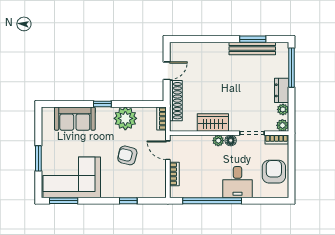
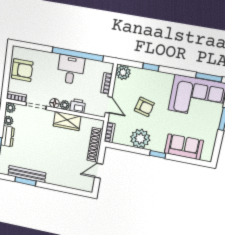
printer: (203, 142) -> (78, 106), added
armchair: (274, 172) -> (22, 70), turned -90
desk: (237, 182) -> (71, 70), moved
plant: (158, 189) -> (123, 72), added

